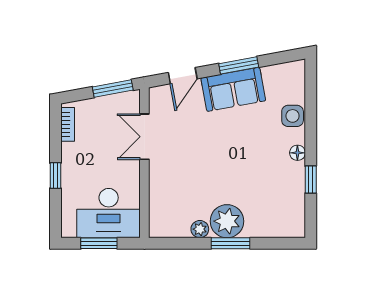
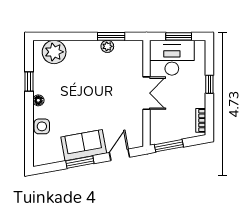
double door: (144, 137) -> (146, 93), moved
plant: (227, 221) -> (54, 52), moved
window: (231, 243) -> (111, 36), moved

